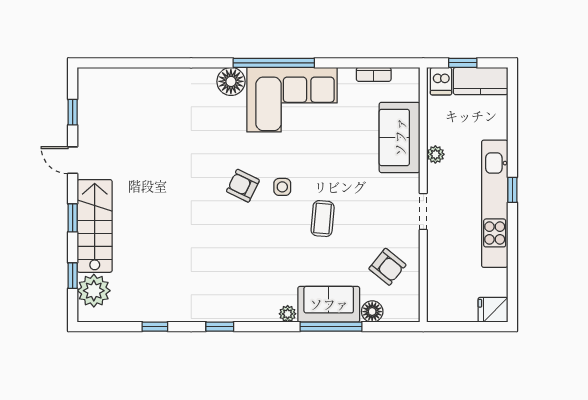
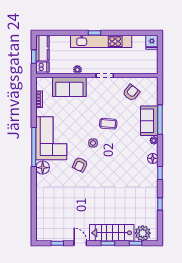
door: (73, 160) -> (80, 243), swing flipped
armchair: (243, 186) -> (80, 165), moved
floor lamp: (372, 312) -> (153, 158), moved

